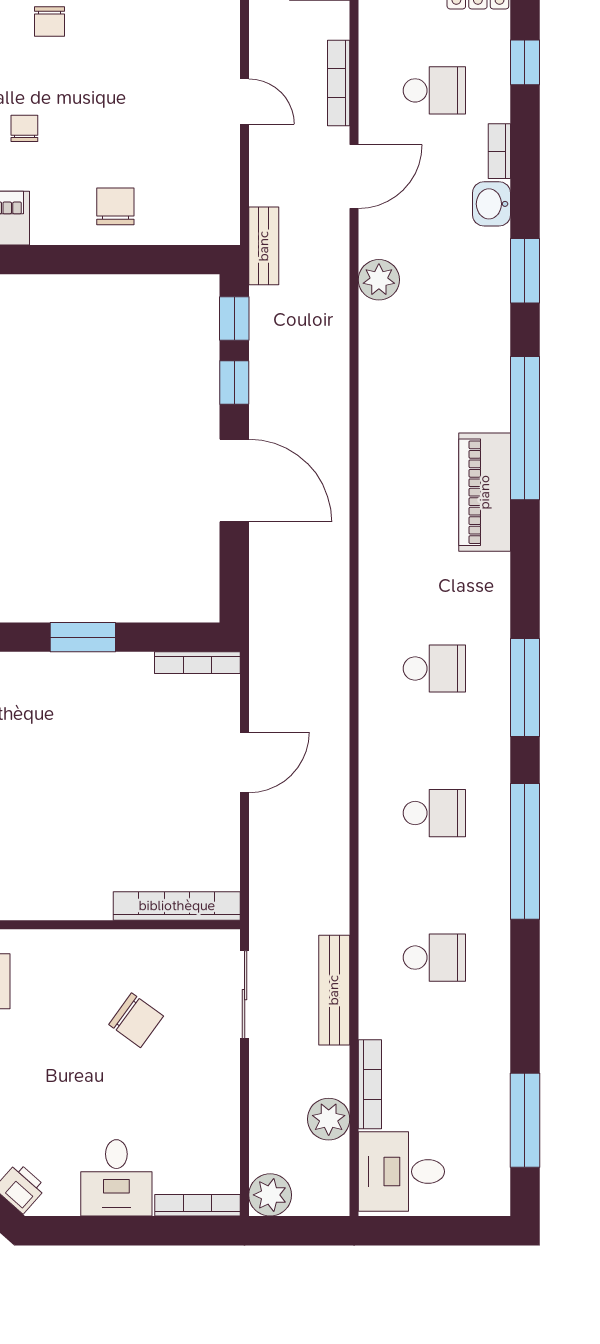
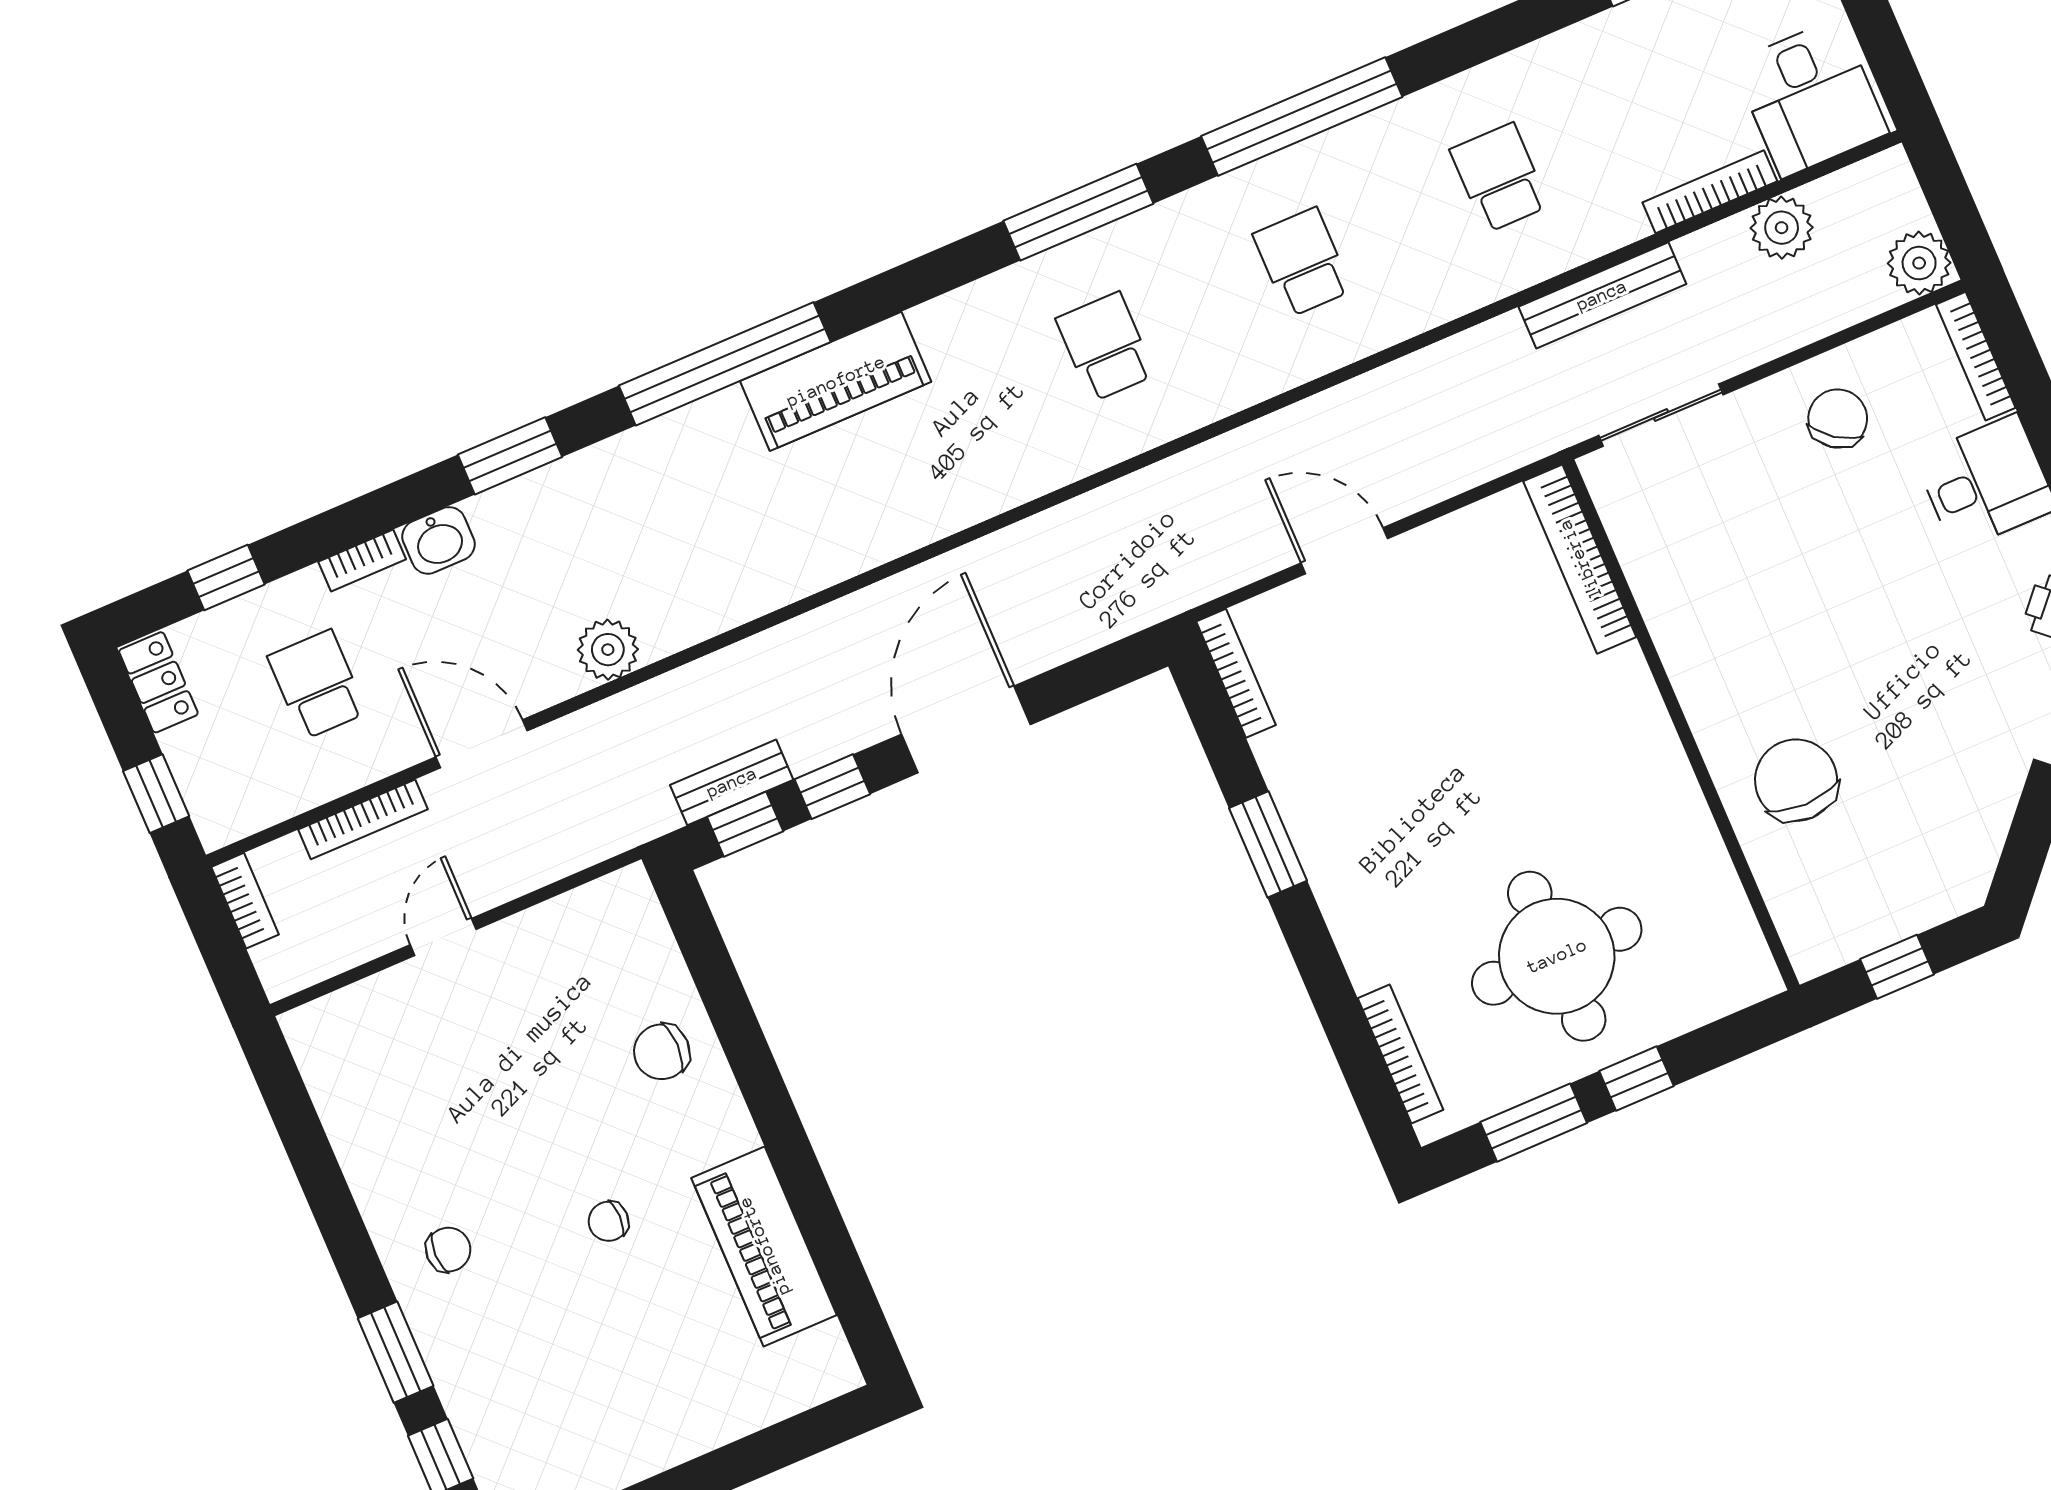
bench: (264, 246) -> (732, 782), moved
chair: (136, 1020) -> (1838, 419), moved

